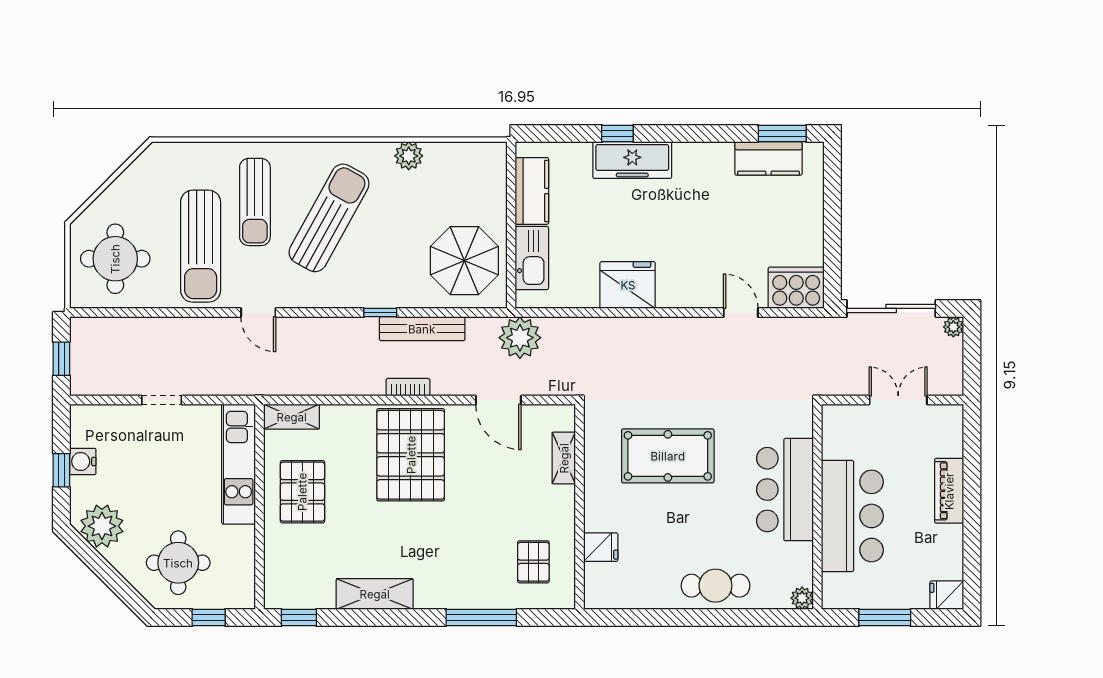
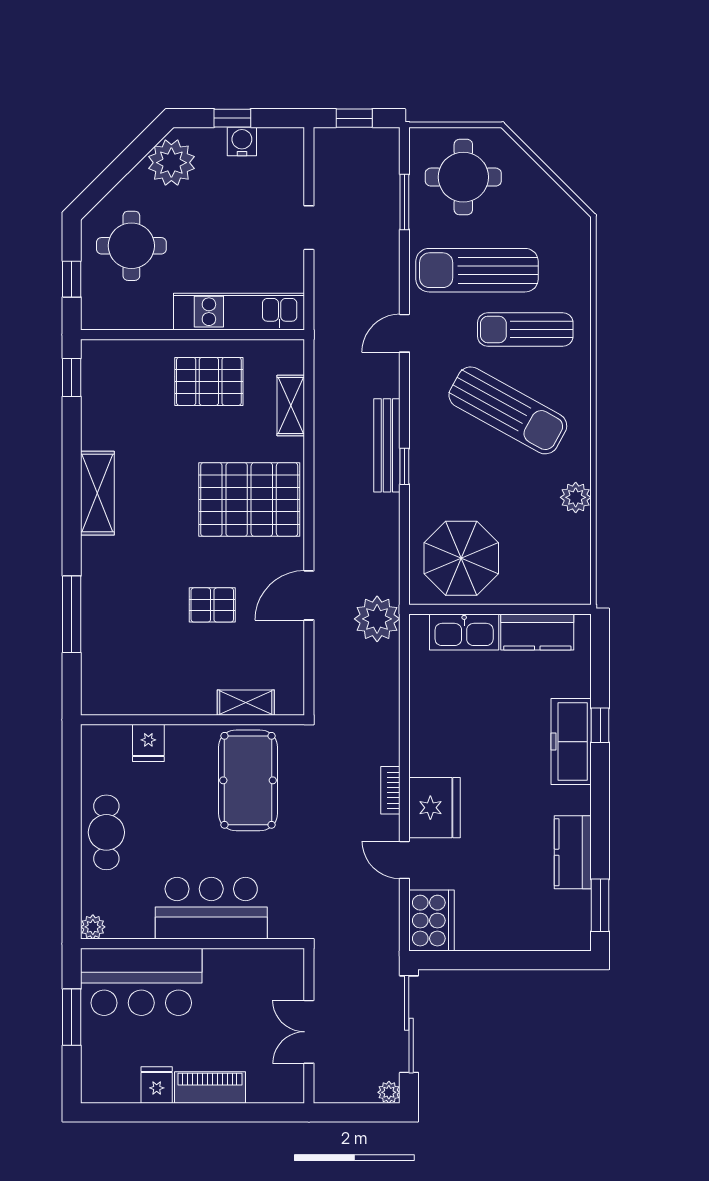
kitchen counter: (768, 158) -> (573, 852), moved
fridge: (628, 285) -> (434, 808), moved
window: (138, 313) -> (404, 202), added
door: (741, 313) -> (404, 860), swing flipped
bench: (422, 329) -> (387, 445), moved
bookcase: (408, 387) -> (390, 790), moved, turned 180
double door: (898, 400) -> (309, 1032), swing flipped
shelving: (292, 417) -> (291, 405), moved
shelving: (564, 458) -> (246, 703), moved
wall: (580, 507) -> (192, 720), moved
bar counter: (852, 516) -> (141, 982), moved
fridge: (601, 547) -> (148, 743), moved
pallet: (533, 562) -> (212, 605), moved
shelving: (375, 594) -> (97, 493), moved
fridge: (947, 595) -> (157, 1085), moved
window: (481, 617) -> (72, 614), moved

